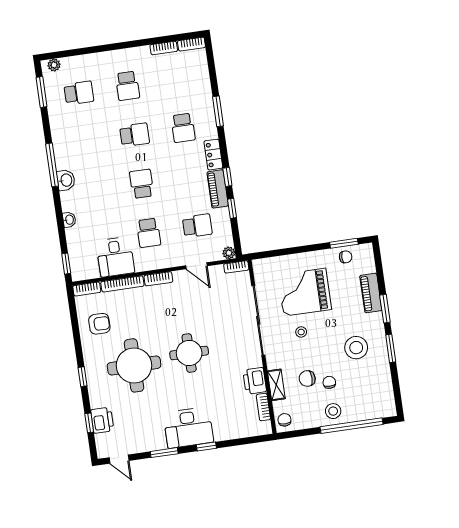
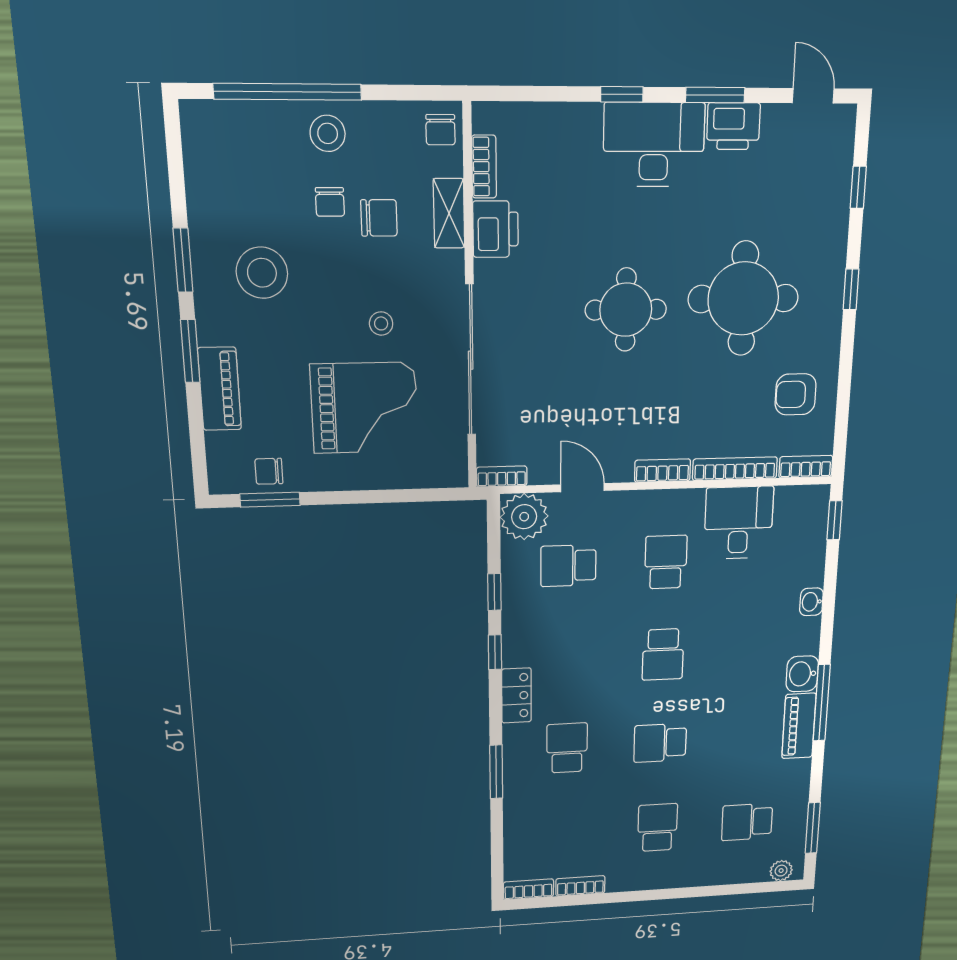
piano: (218, 189) -> (799, 726), moved, turned 180
plant: (229, 253) -> (524, 517), width x1.88, depth x1.88
printer: (102, 420) -> (733, 126), moved, turned -90

